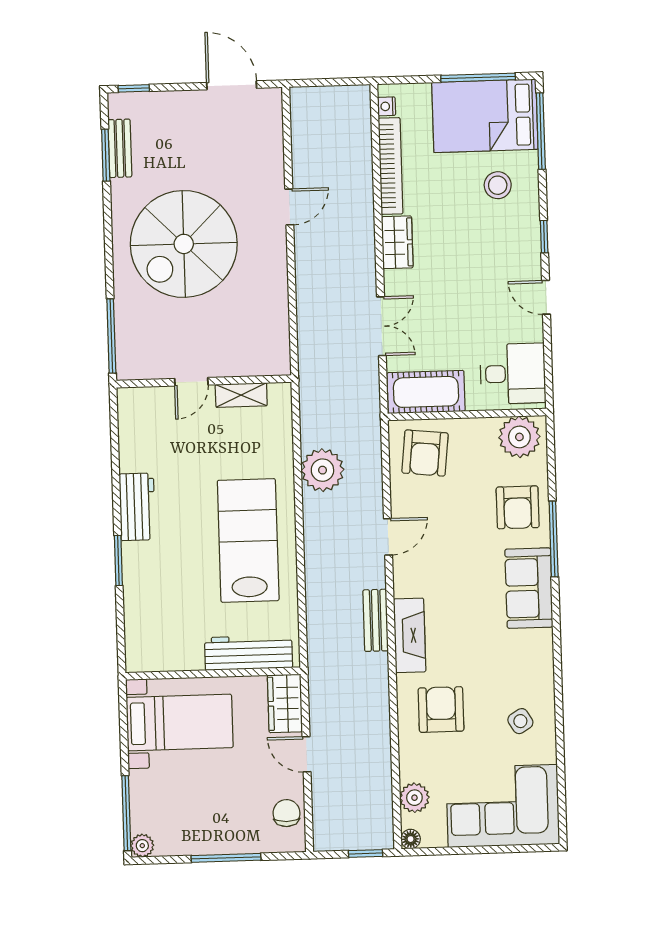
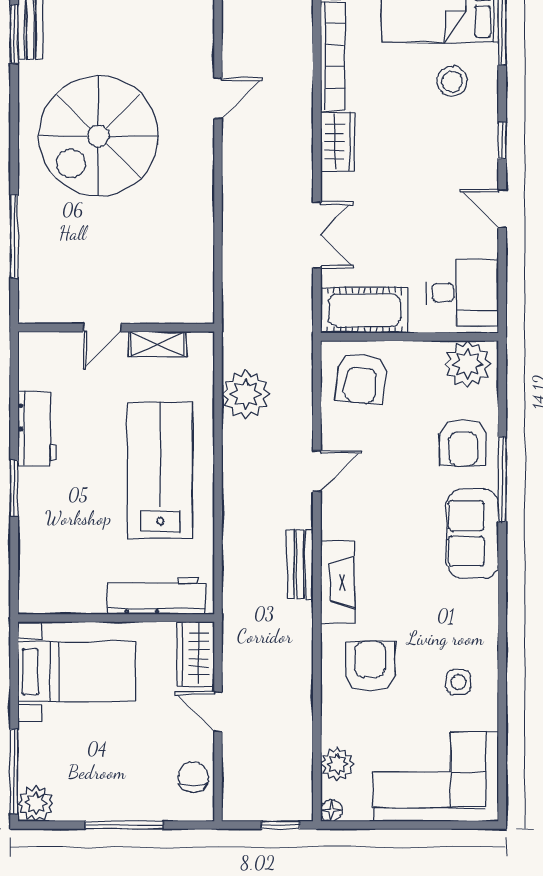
wall: (204, 381) -> (116, 328), moved
door: (191, 382) -> (102, 328), moved
shelving: (241, 395) -> (157, 344), moved
side table: (520, 721) -> (459, 682), turned 31
plant: (142, 846) -> (36, 803), width x1.38, depth x1.38

